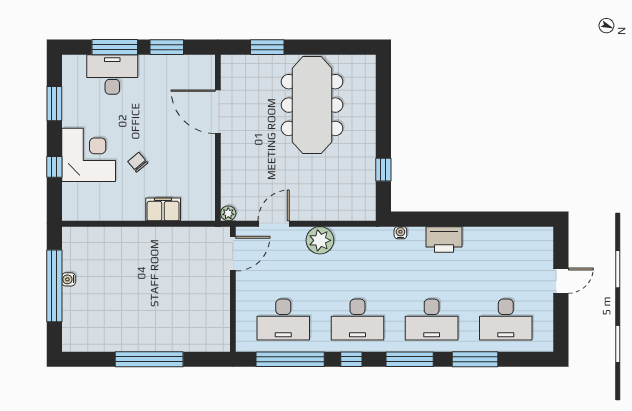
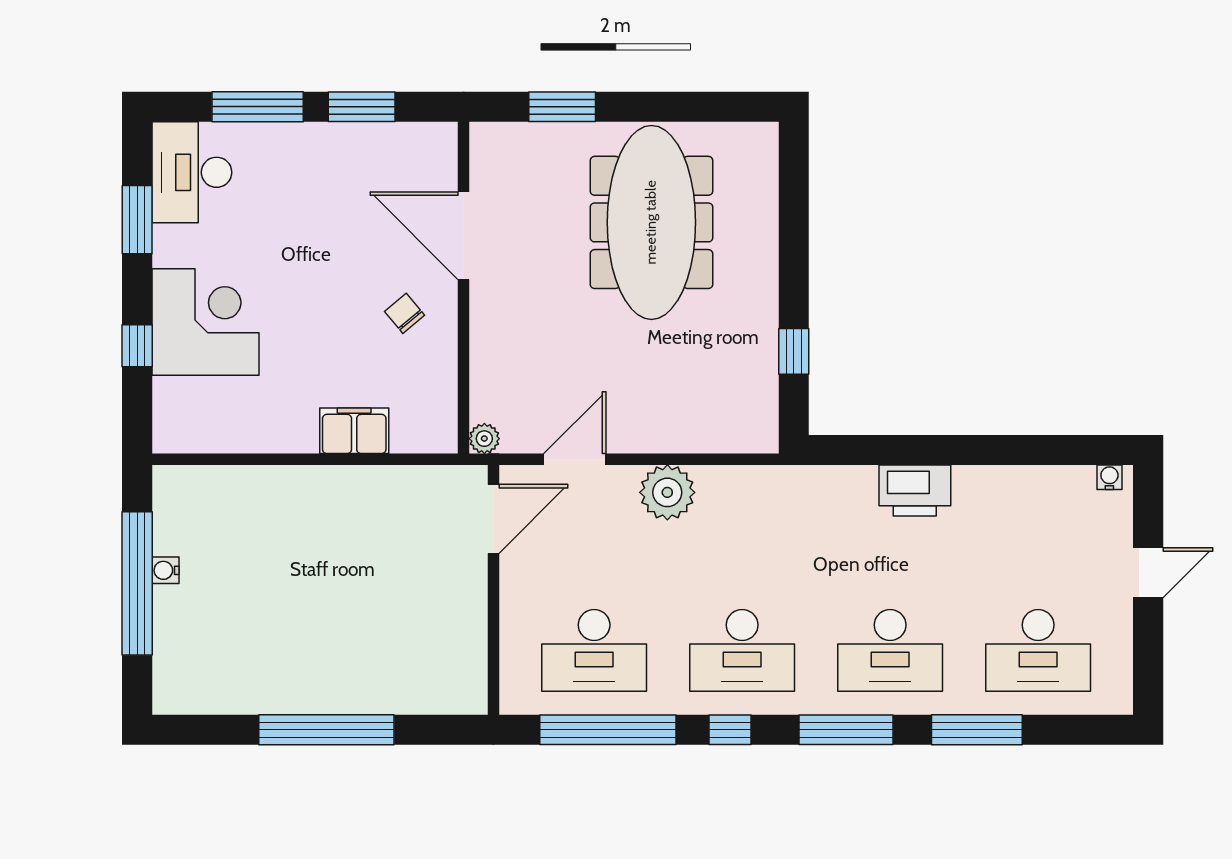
desk: (112, 74) -> (192, 172), moved, turned -90
chair: (138, 162) -> (404, 313), moved
water cooler: (400, 233) -> (1109, 477), moved

